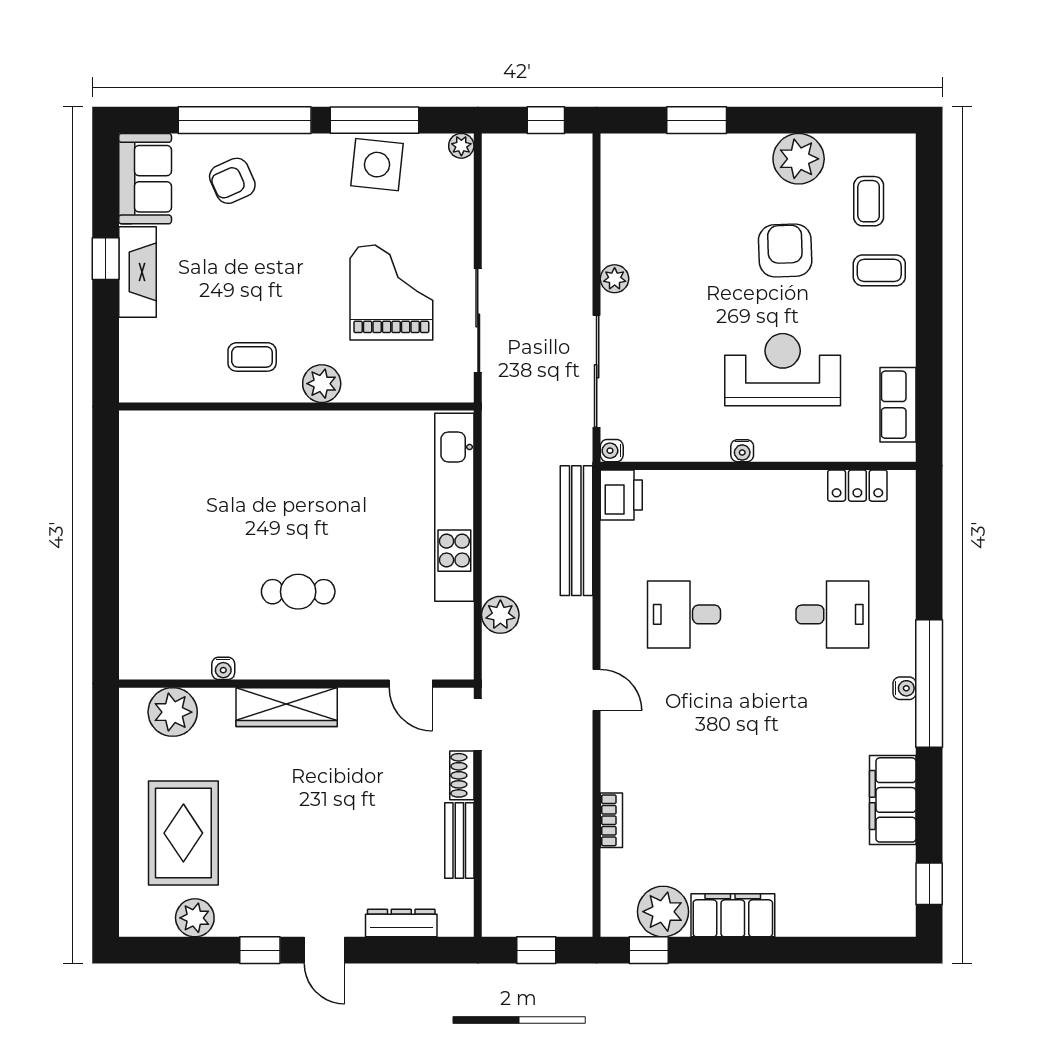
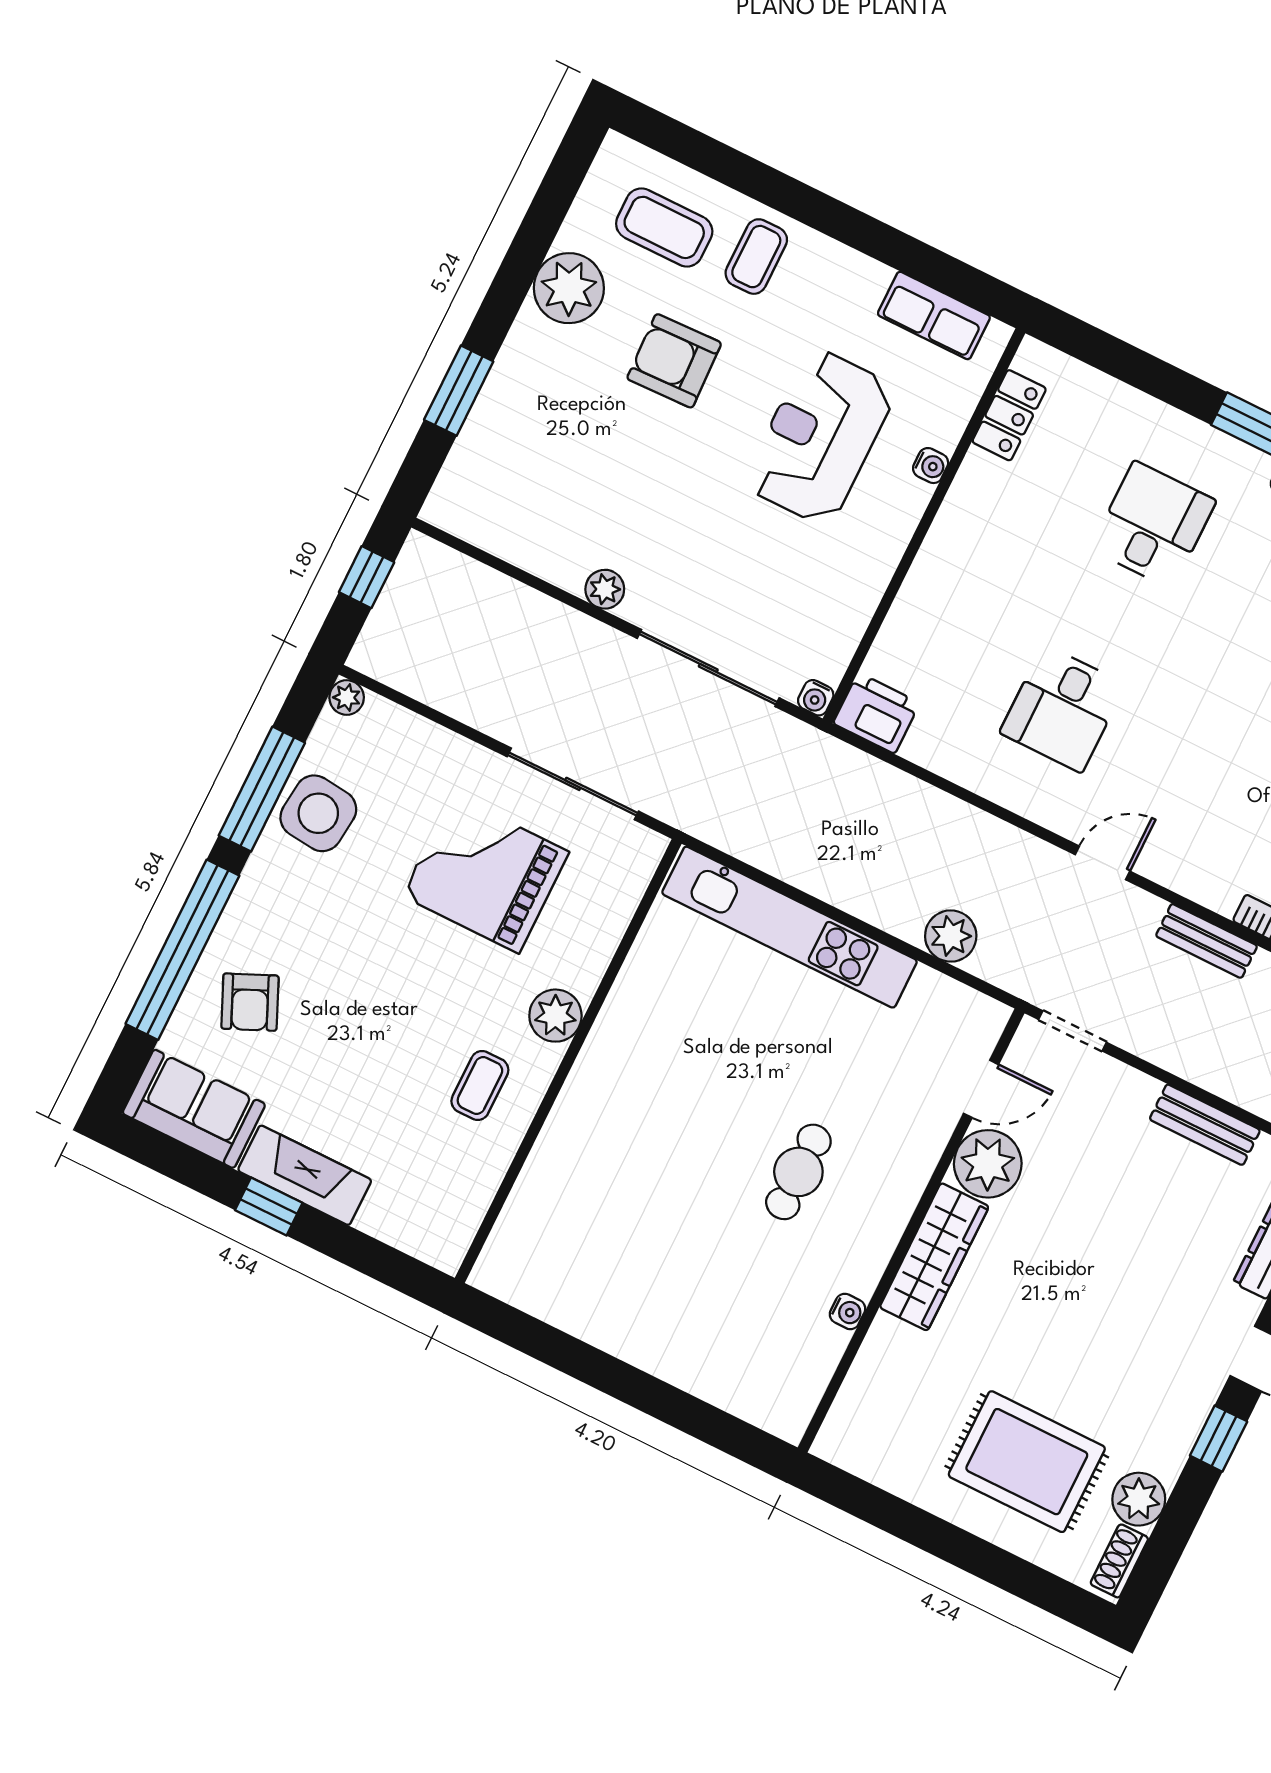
coffee table: (869, 201) -> (664, 227), width x1.36, depth x1.30
water cooler: (742, 451) -> (931, 466), moved
bench: (576, 531) -> (1207, 941), moved, width x0.54, depth x0.82
plant: (173, 712) -> (988, 1164), moved
shoe rack: (462, 775) -> (1119, 1561), moved, turned 90

